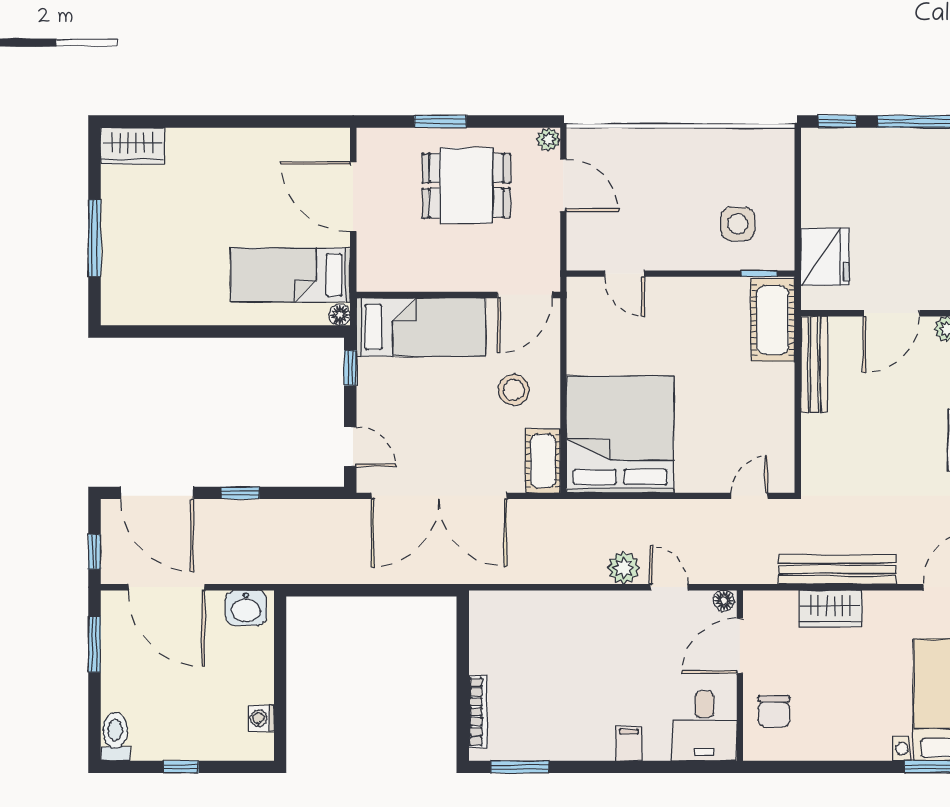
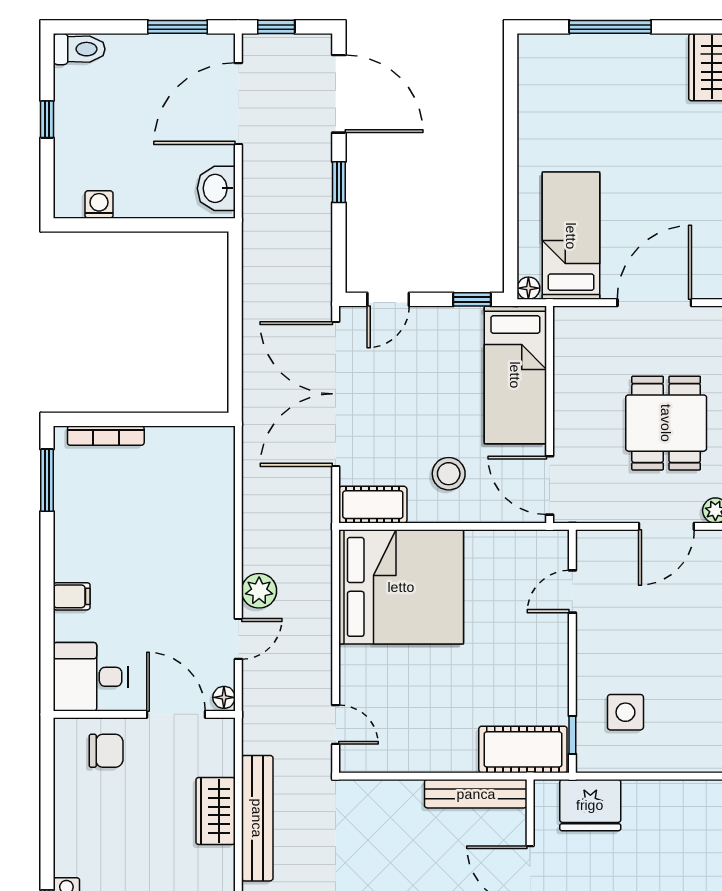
door: (157, 493) -> (339, 94), swing flipped
chair: (774, 711) -> (106, 751), turned 180

